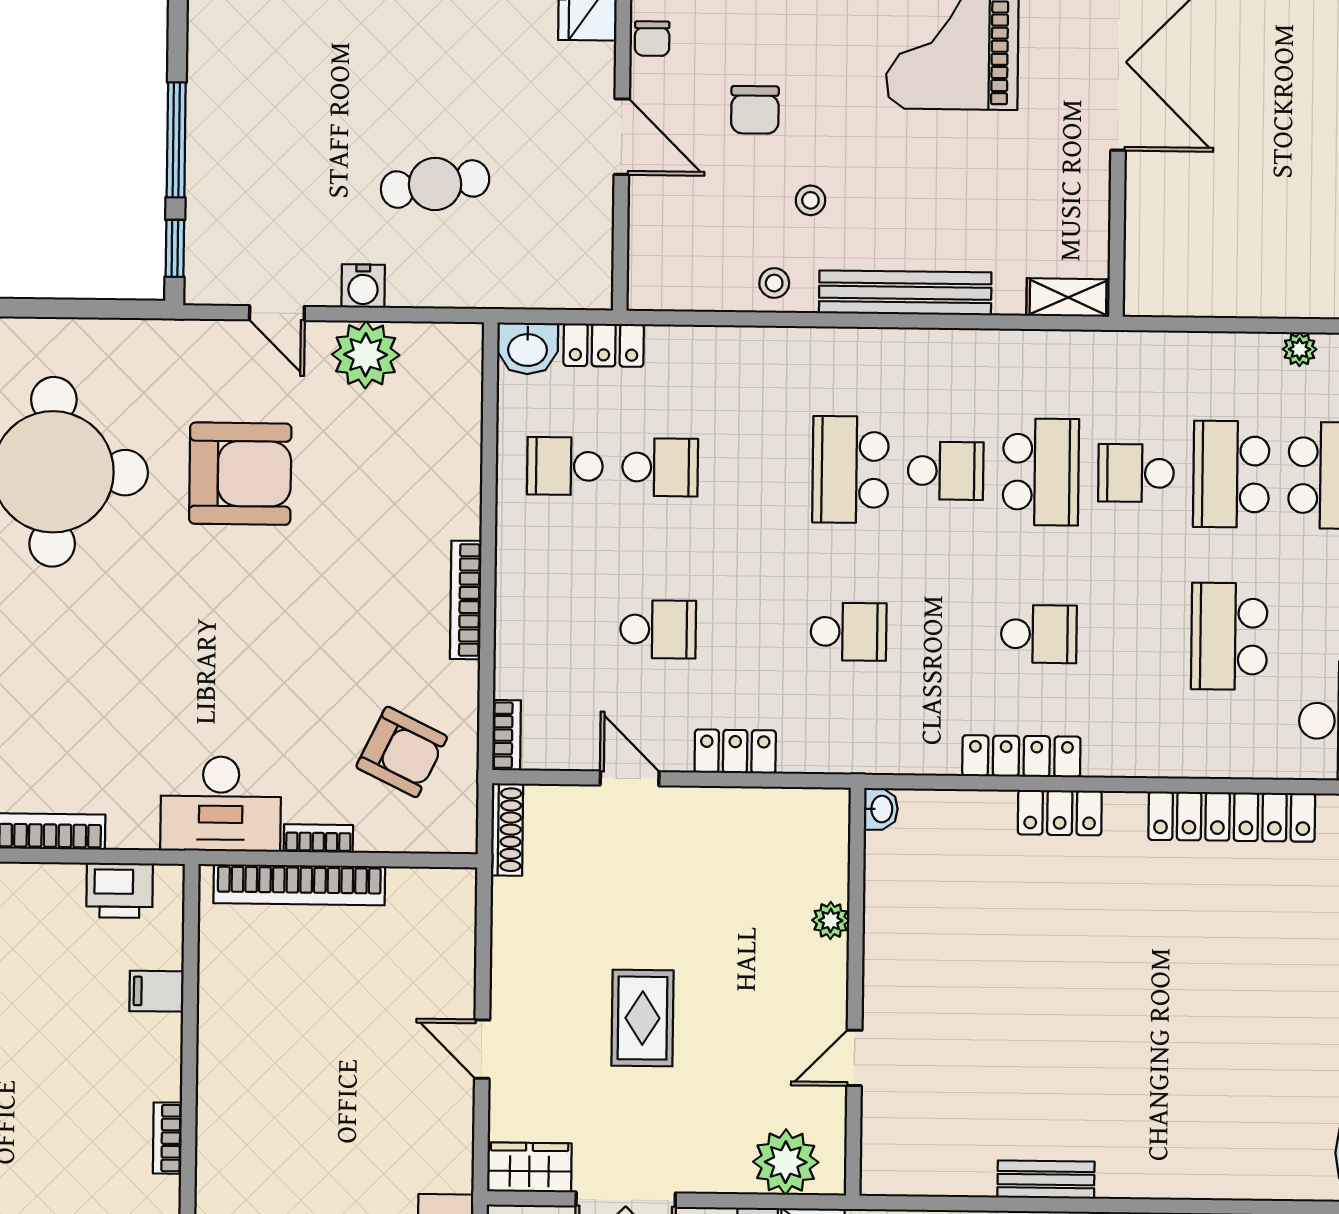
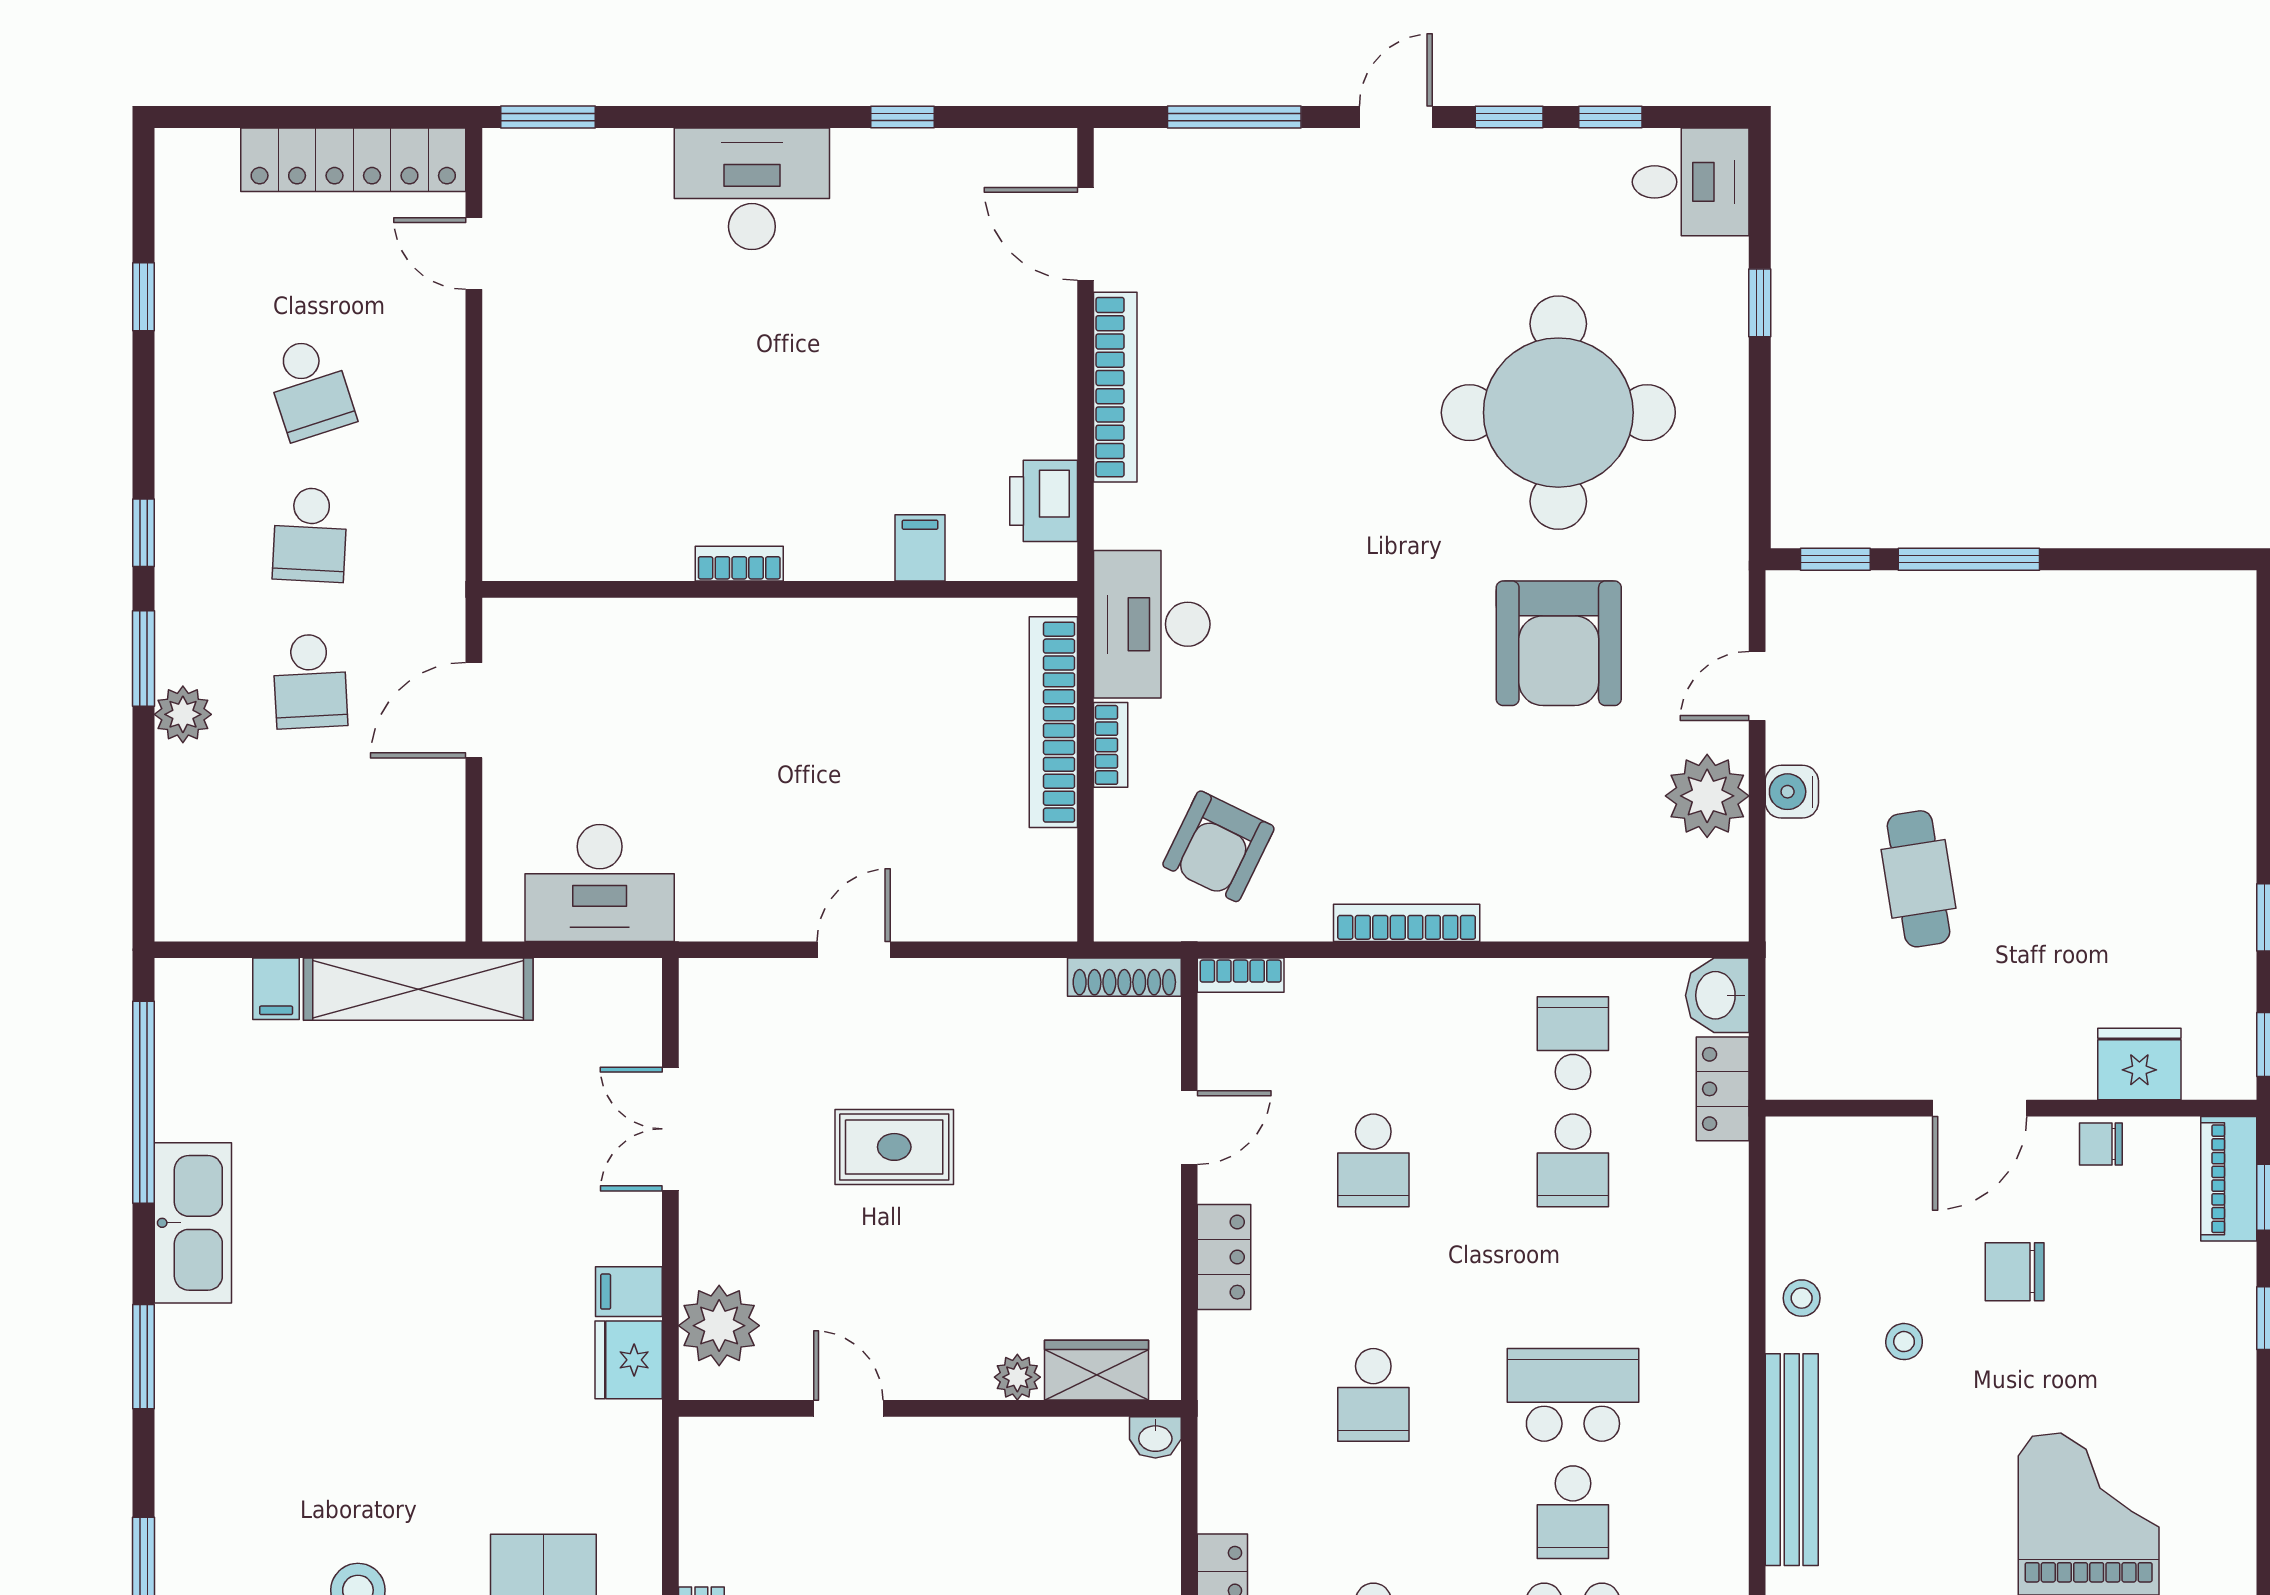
wardrobe: (529, 1167) -> (1096, 1370), moved, turned -90

